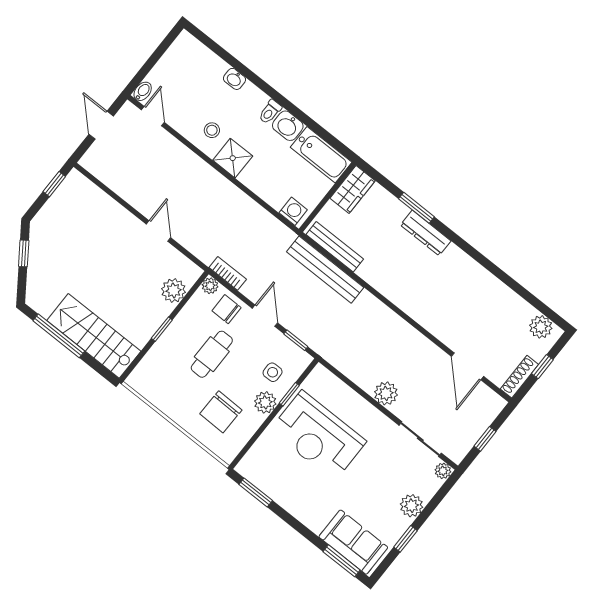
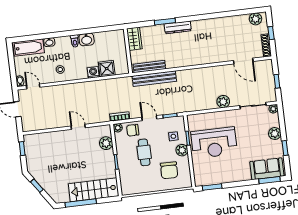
bathtub: (321, 155) -> (28, 47), moved
shower: (233, 158) -> (107, 69), moved
washing machine: (293, 211) -> (93, 72), moved

